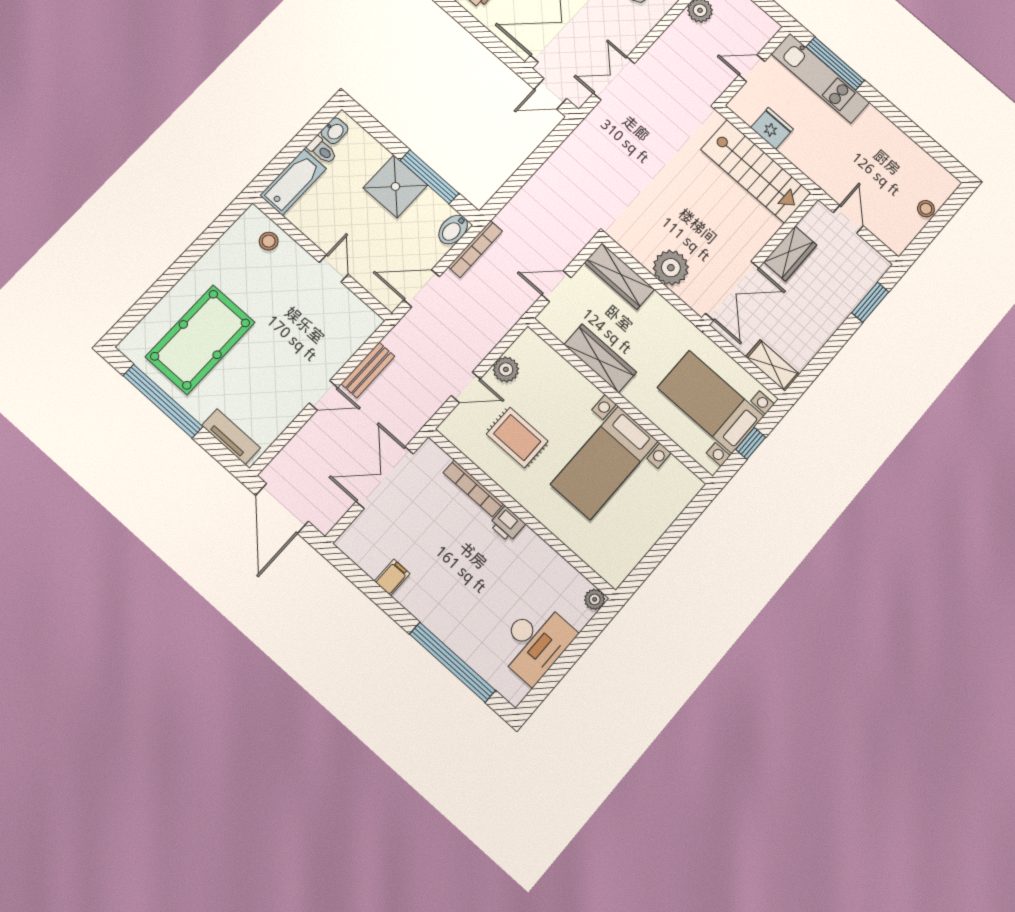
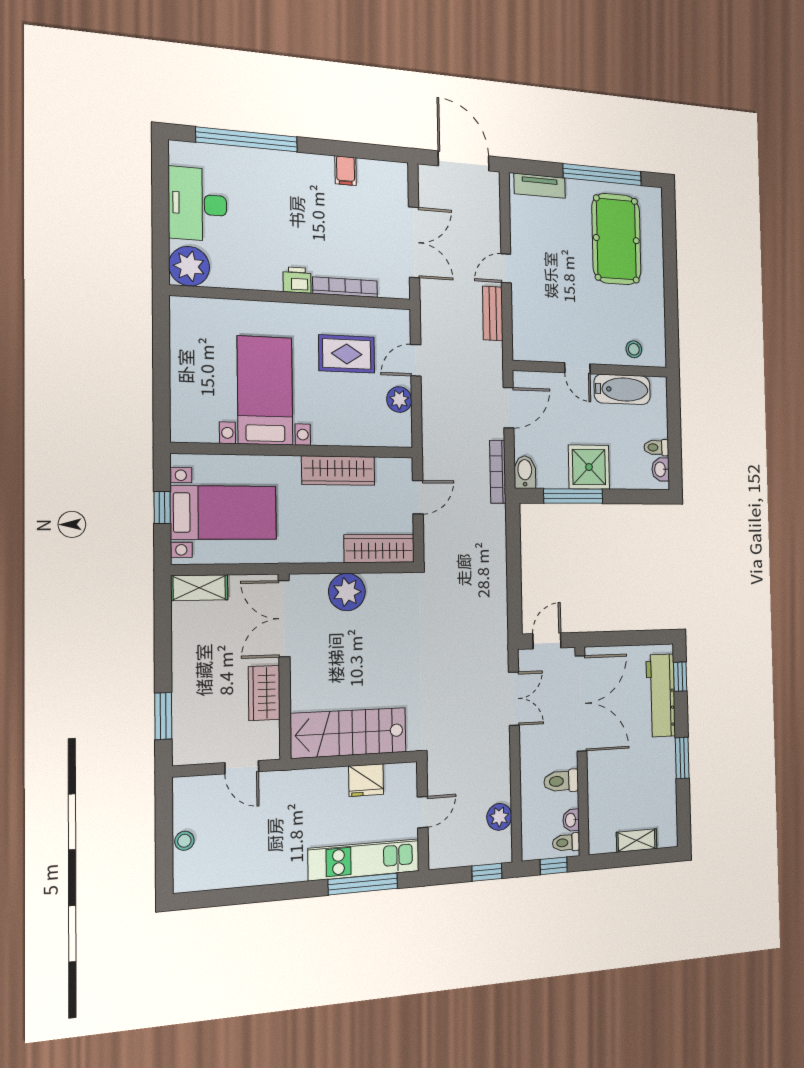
bathtub: (293, 182) -> (622, 389), moved, turned -90
plant: (595, 599) -> (189, 266), width x1.87, depth x1.87

